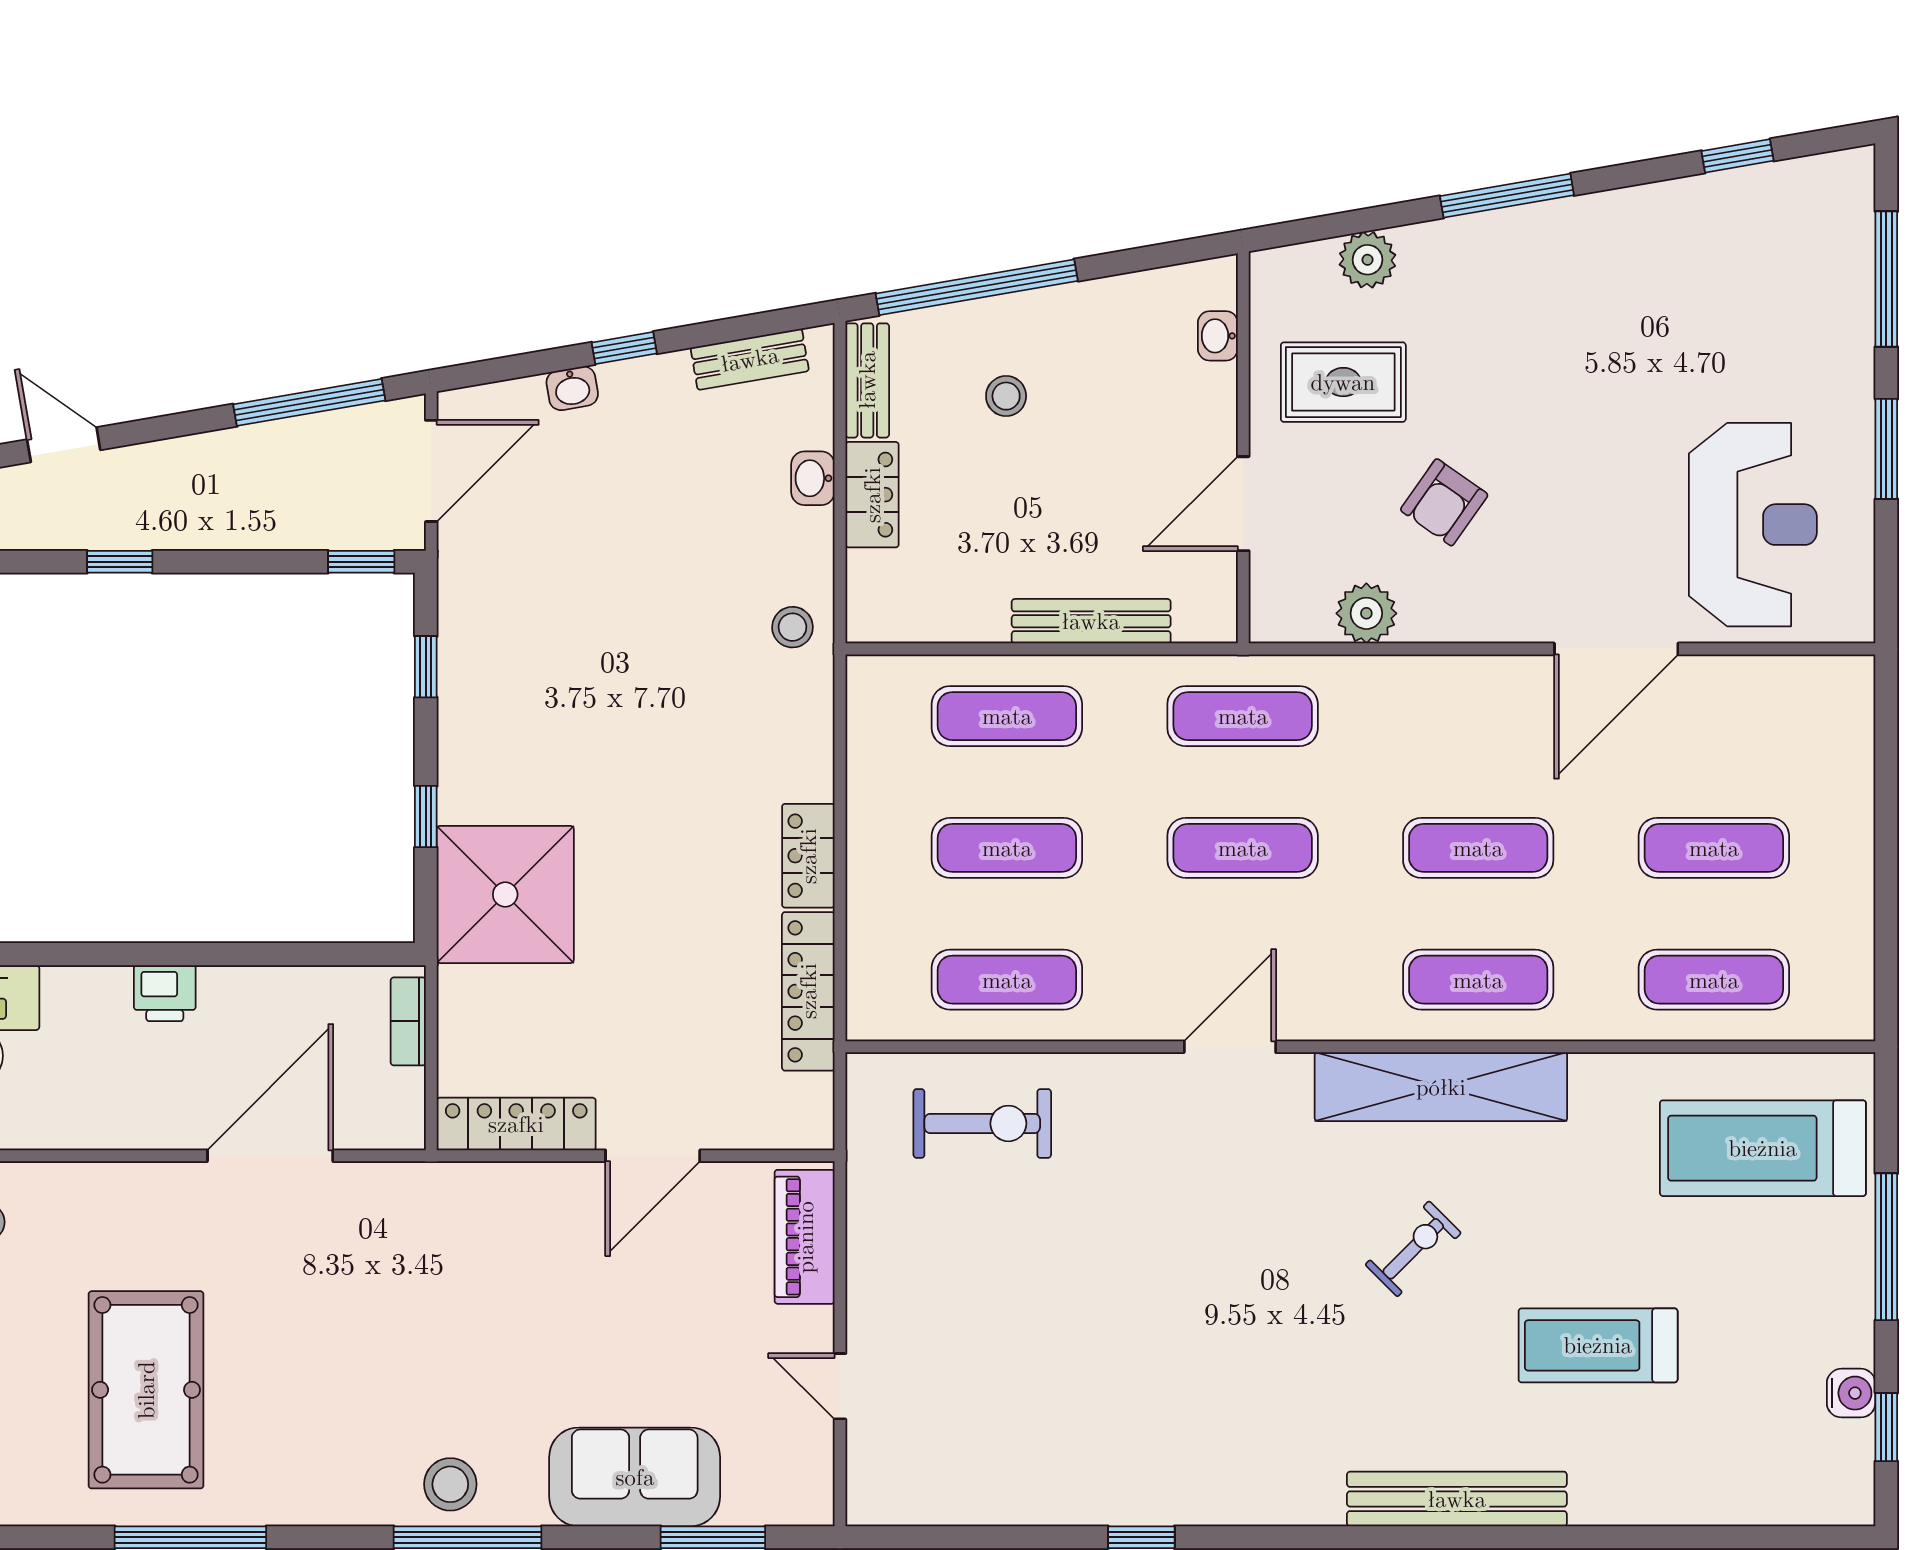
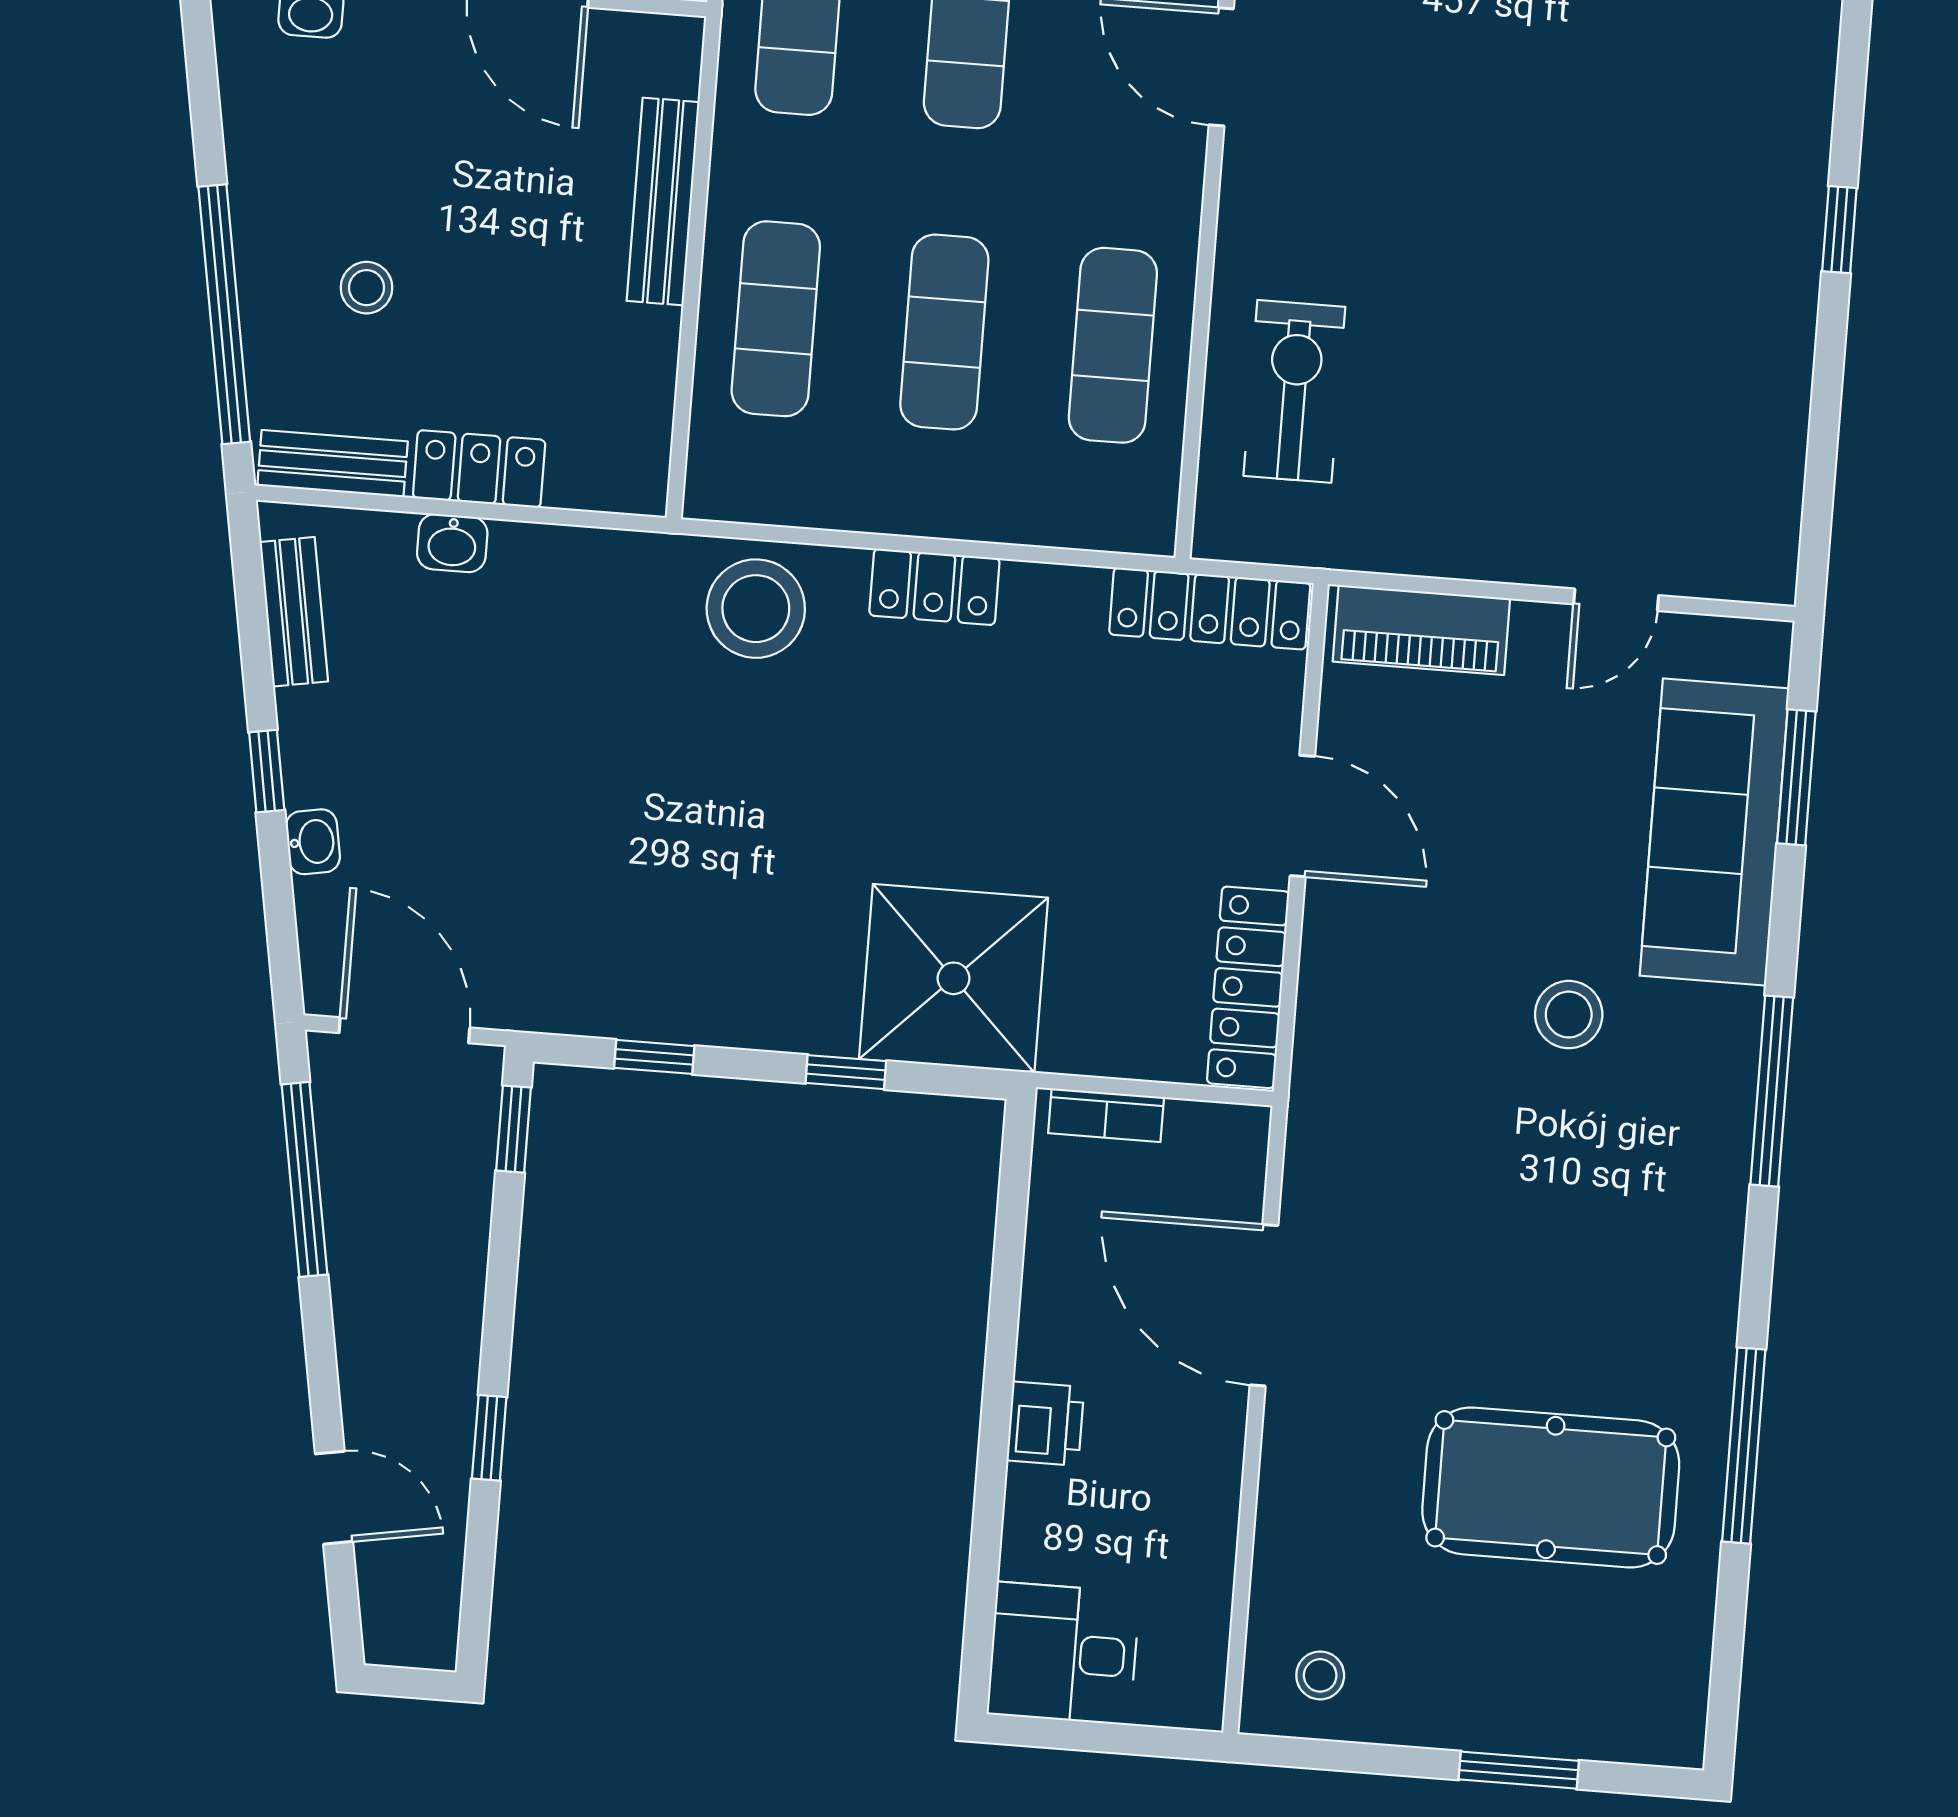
door: (64, 445) -> (334, 1498), swing flipped
stool: (792, 627) -> (756, 609), moved, width x1.89, depth x1.89
locker: (808, 991) -> (1210, 609), moved
sofa: (635, 1477) -> (1714, 832), width x1.36
stool: (450, 1484) -> (1569, 1015), moved

